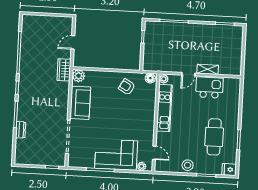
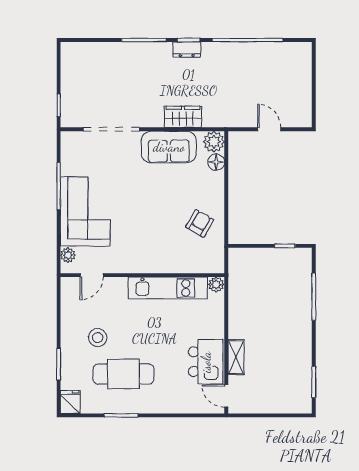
wardrobe: (64, 70) -> (183, 117), moved
door: (188, 74) -> (226, 396), moved
floor lamp: (150, 78) -> (216, 162), moved
dresser: (21, 130) -> (187, 50), moved
stool: (188, 165) -> (98, 338), moved

